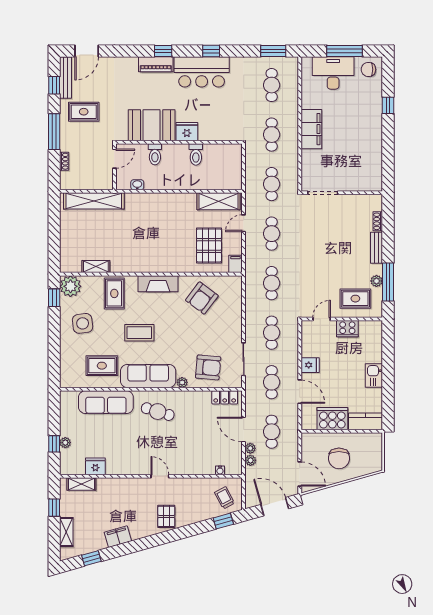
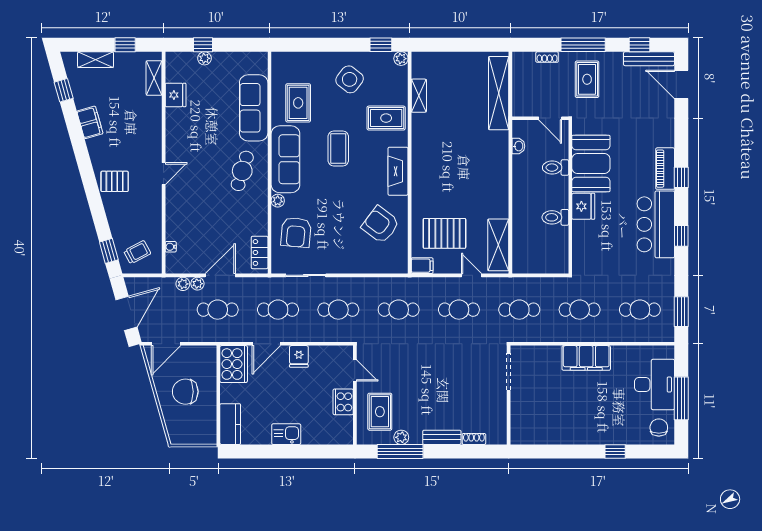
rug: (84, 112) -> (587, 79), moved
plant: (70, 286) -> (401, 59), width x0.53, depth x0.53
side table: (83, 323) -> (350, 79), turned 45
cooker: (332, 419) -> (234, 364), moved

